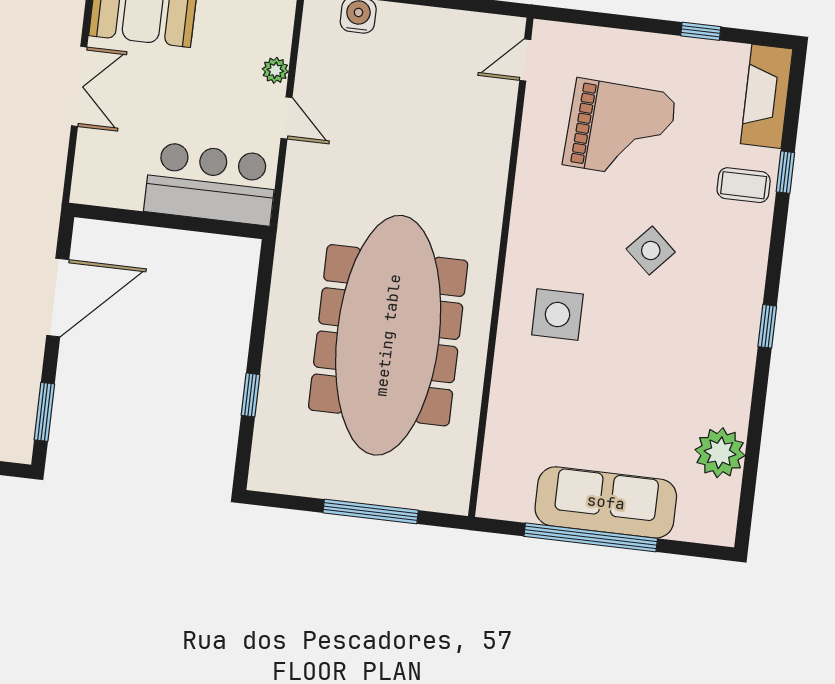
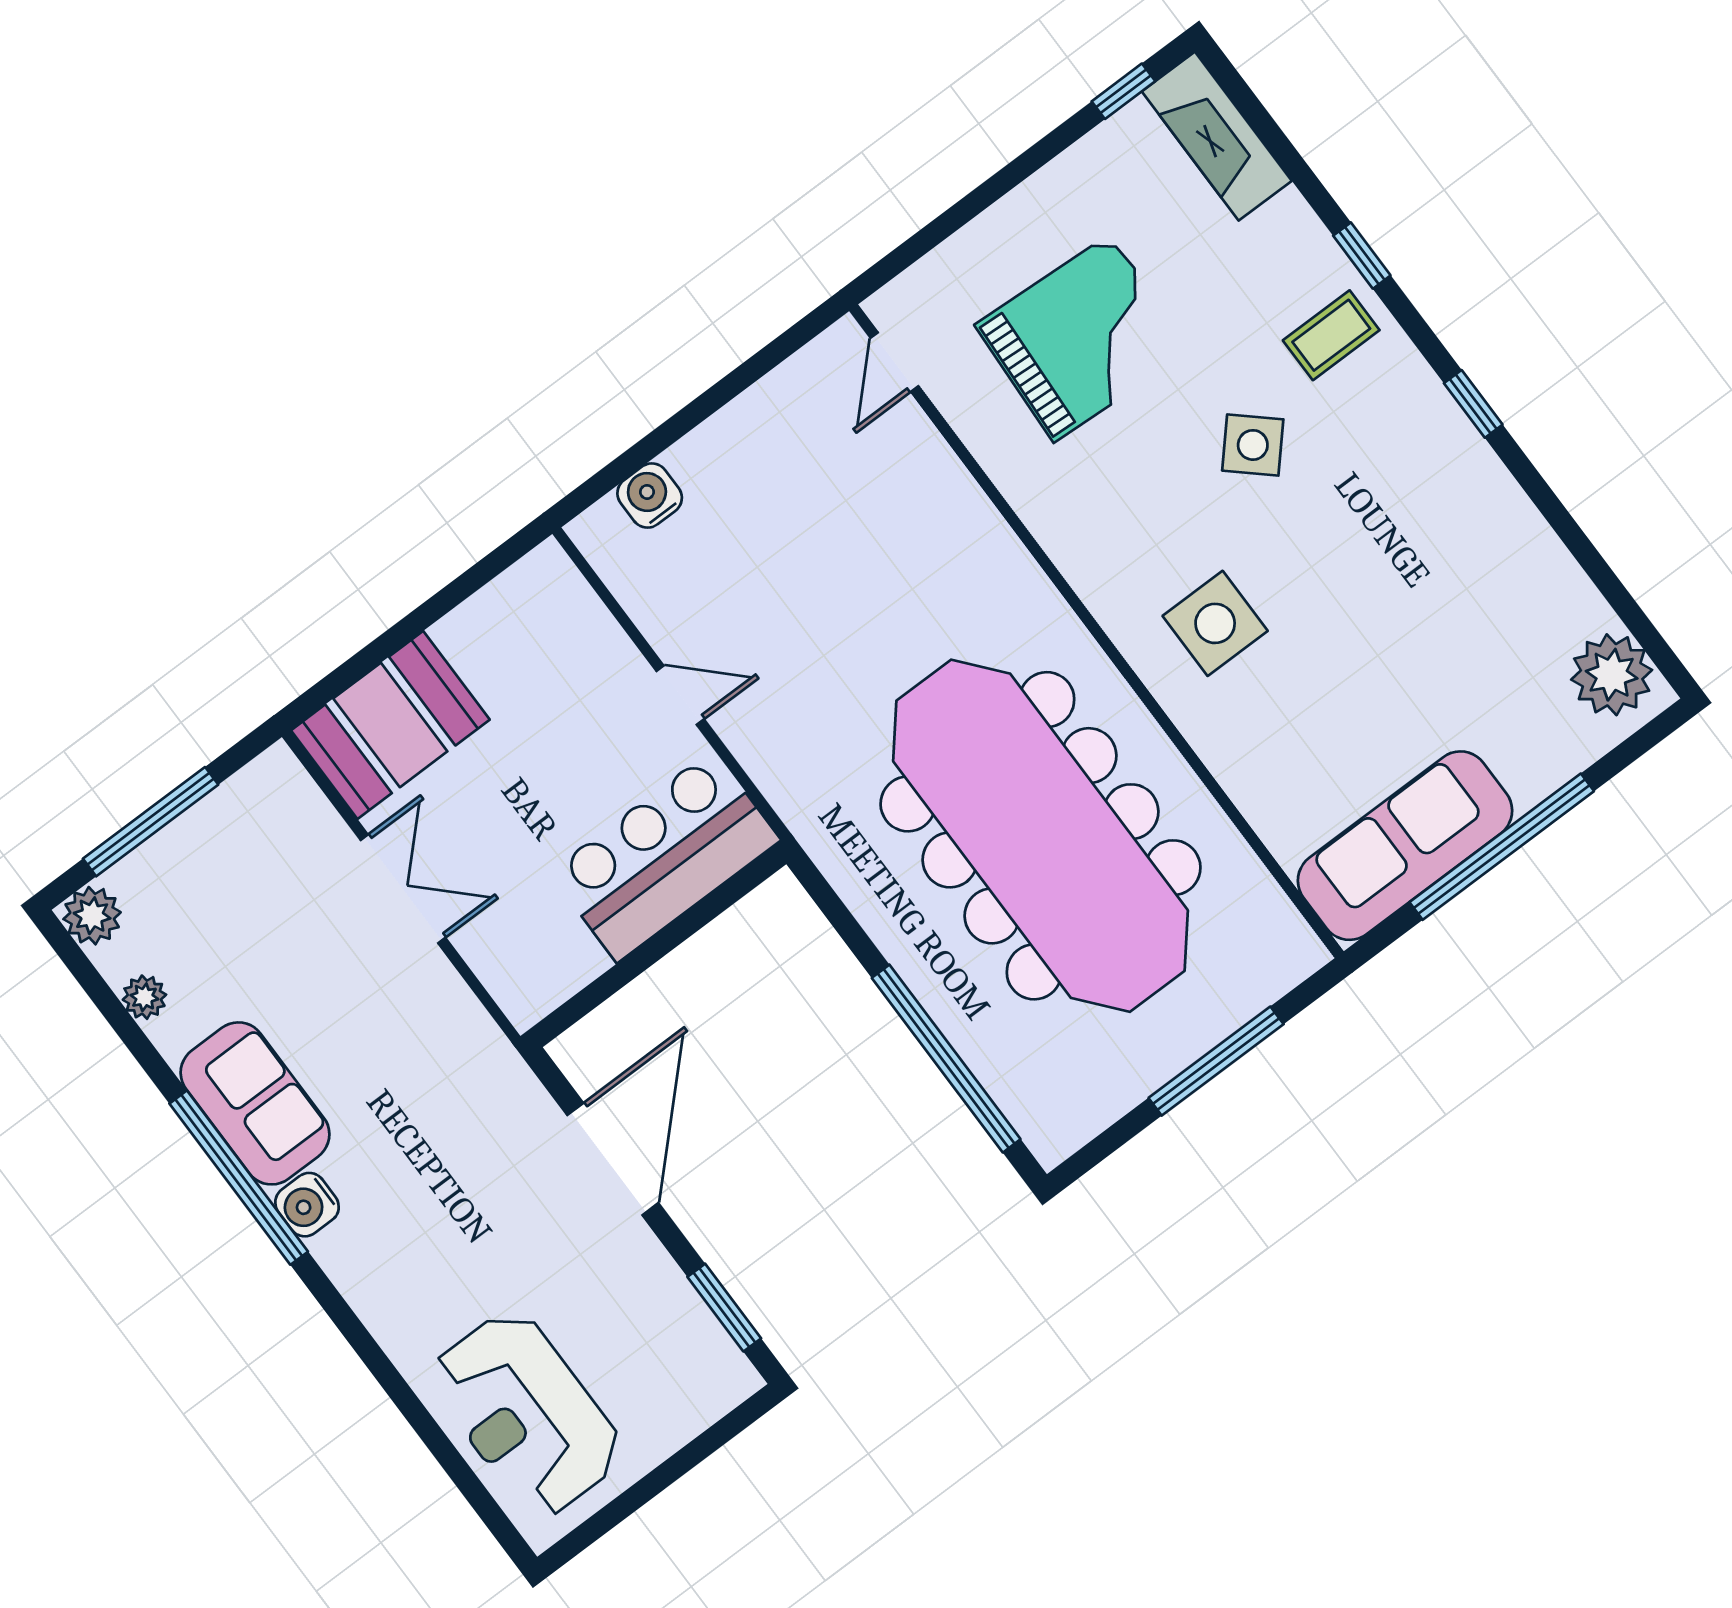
window: (701, 31) -> (1123, 91), moved
plant: (275, 70) -> (614, 652), removed
window: (785, 172) -> (1362, 256), moved
coffee table: (744, 185) -> (1331, 335), moved
window: (250, 395) -> (946, 1059), width x3.17
plant: (720, 453) -> (1612, 675), moved
sofa: (606, 502) -> (1405, 846), moved

